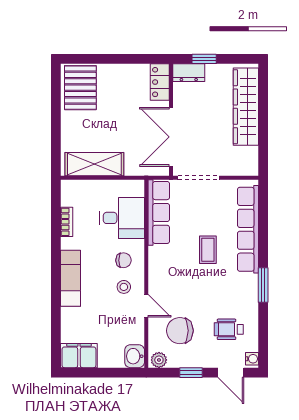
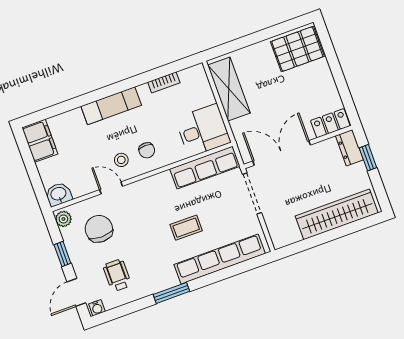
desk: (122, 218) -> (203, 130), moved, turned -90
door: (146, 306) -> (111, 188), swing flipped

